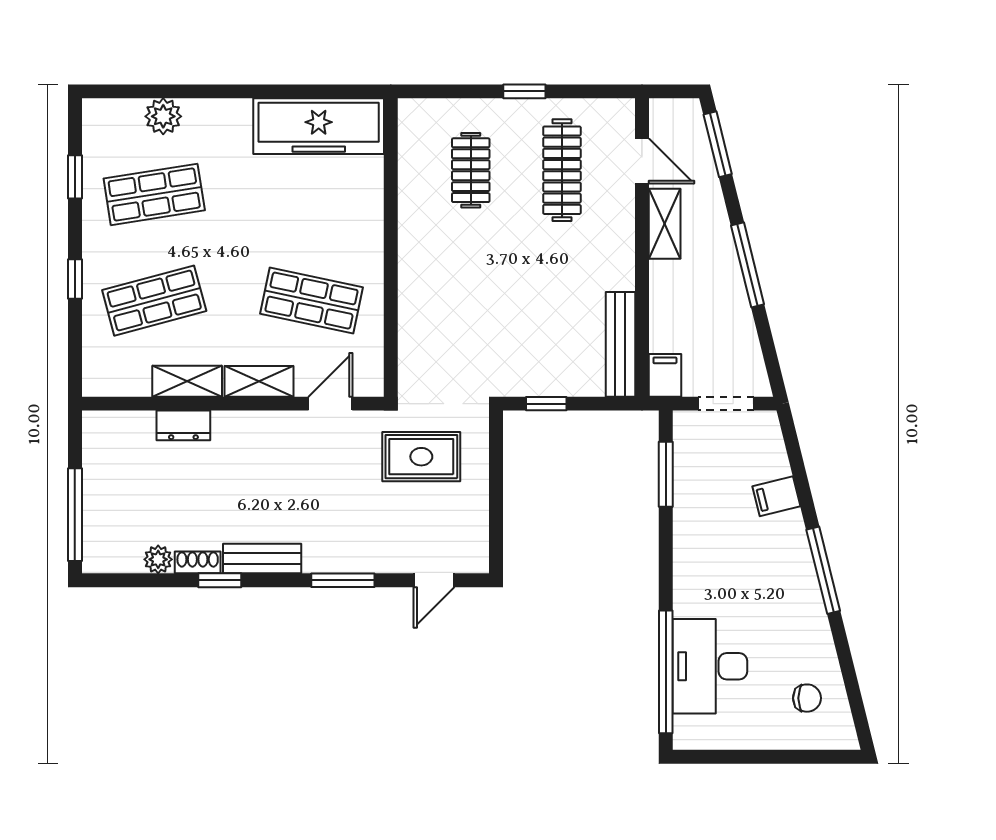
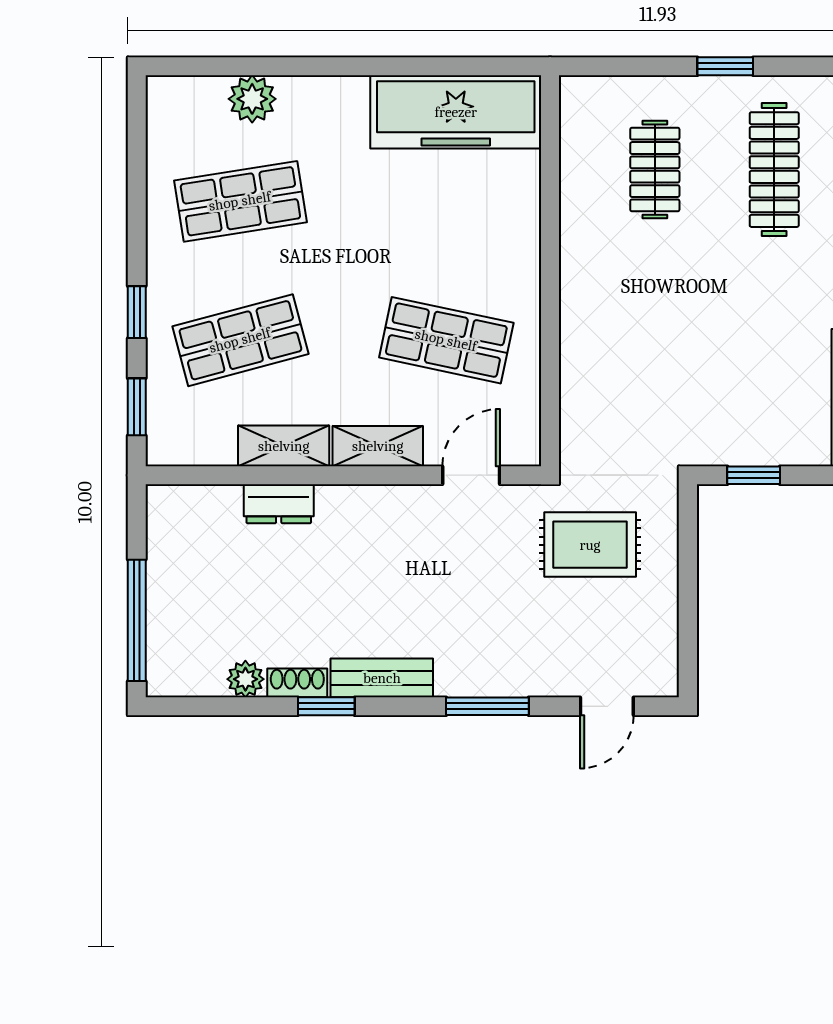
window: (75, 177) -> (137, 407), moved

